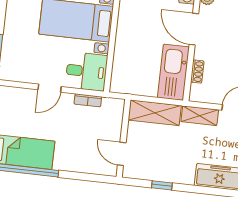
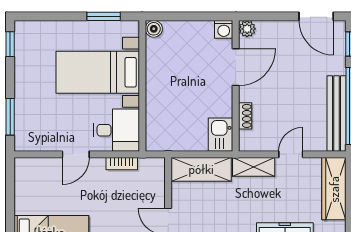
door: (194, 29) -> (236, 67), swing flipped
kitchen sink: (173, 72) -> (220, 135), width x0.53, depth x0.81

